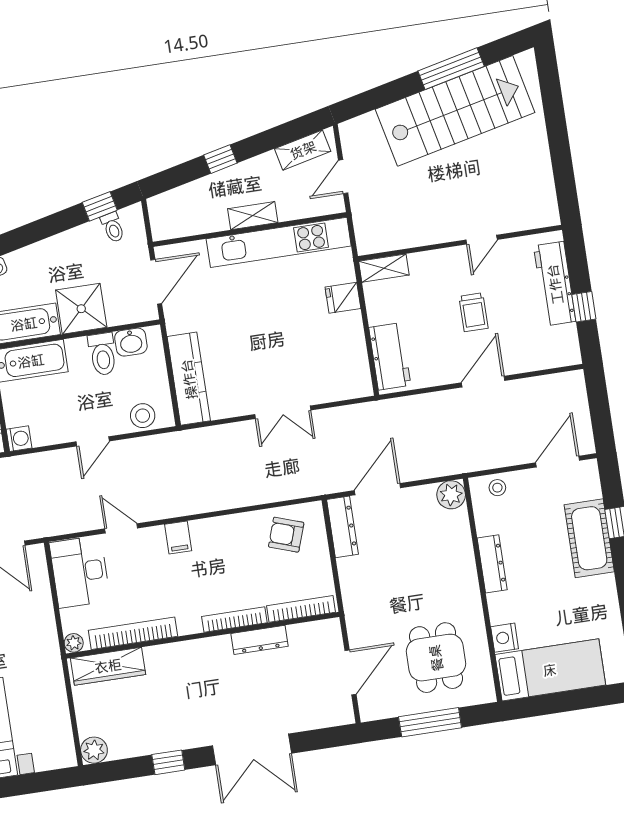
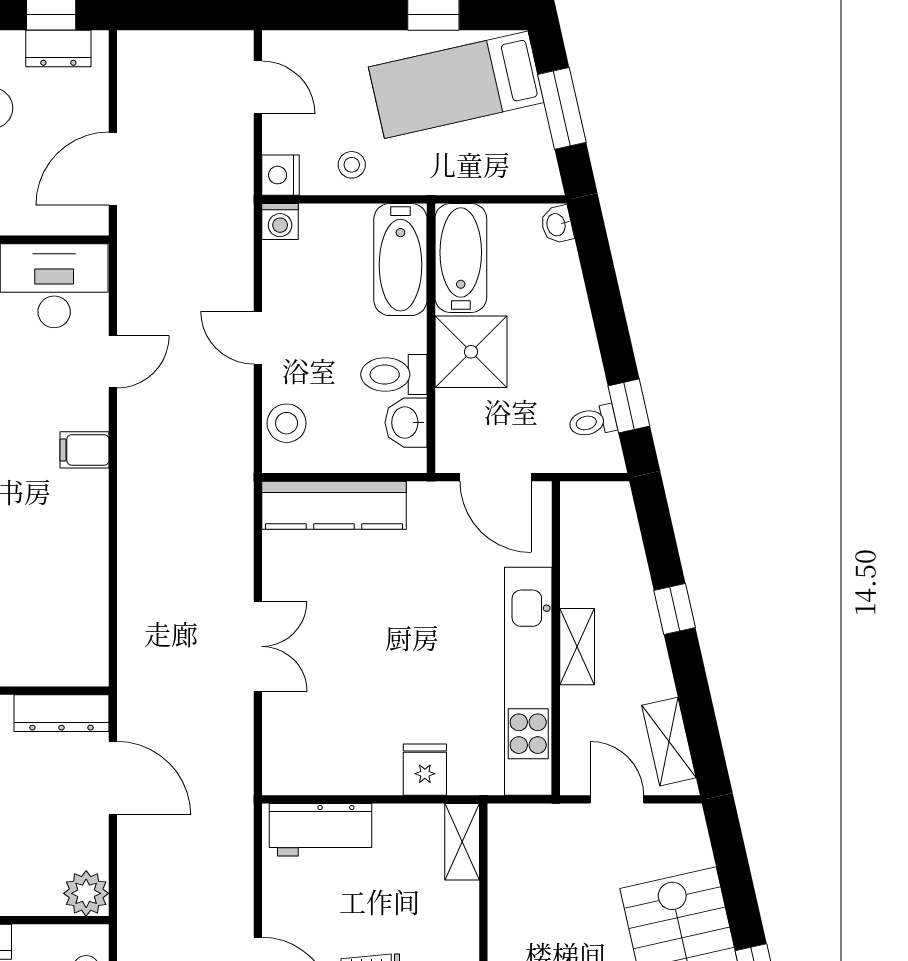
double door: (283, 412) -> (258, 646), swing flipped
armchair: (286, 535) -> (63, 622), removed

